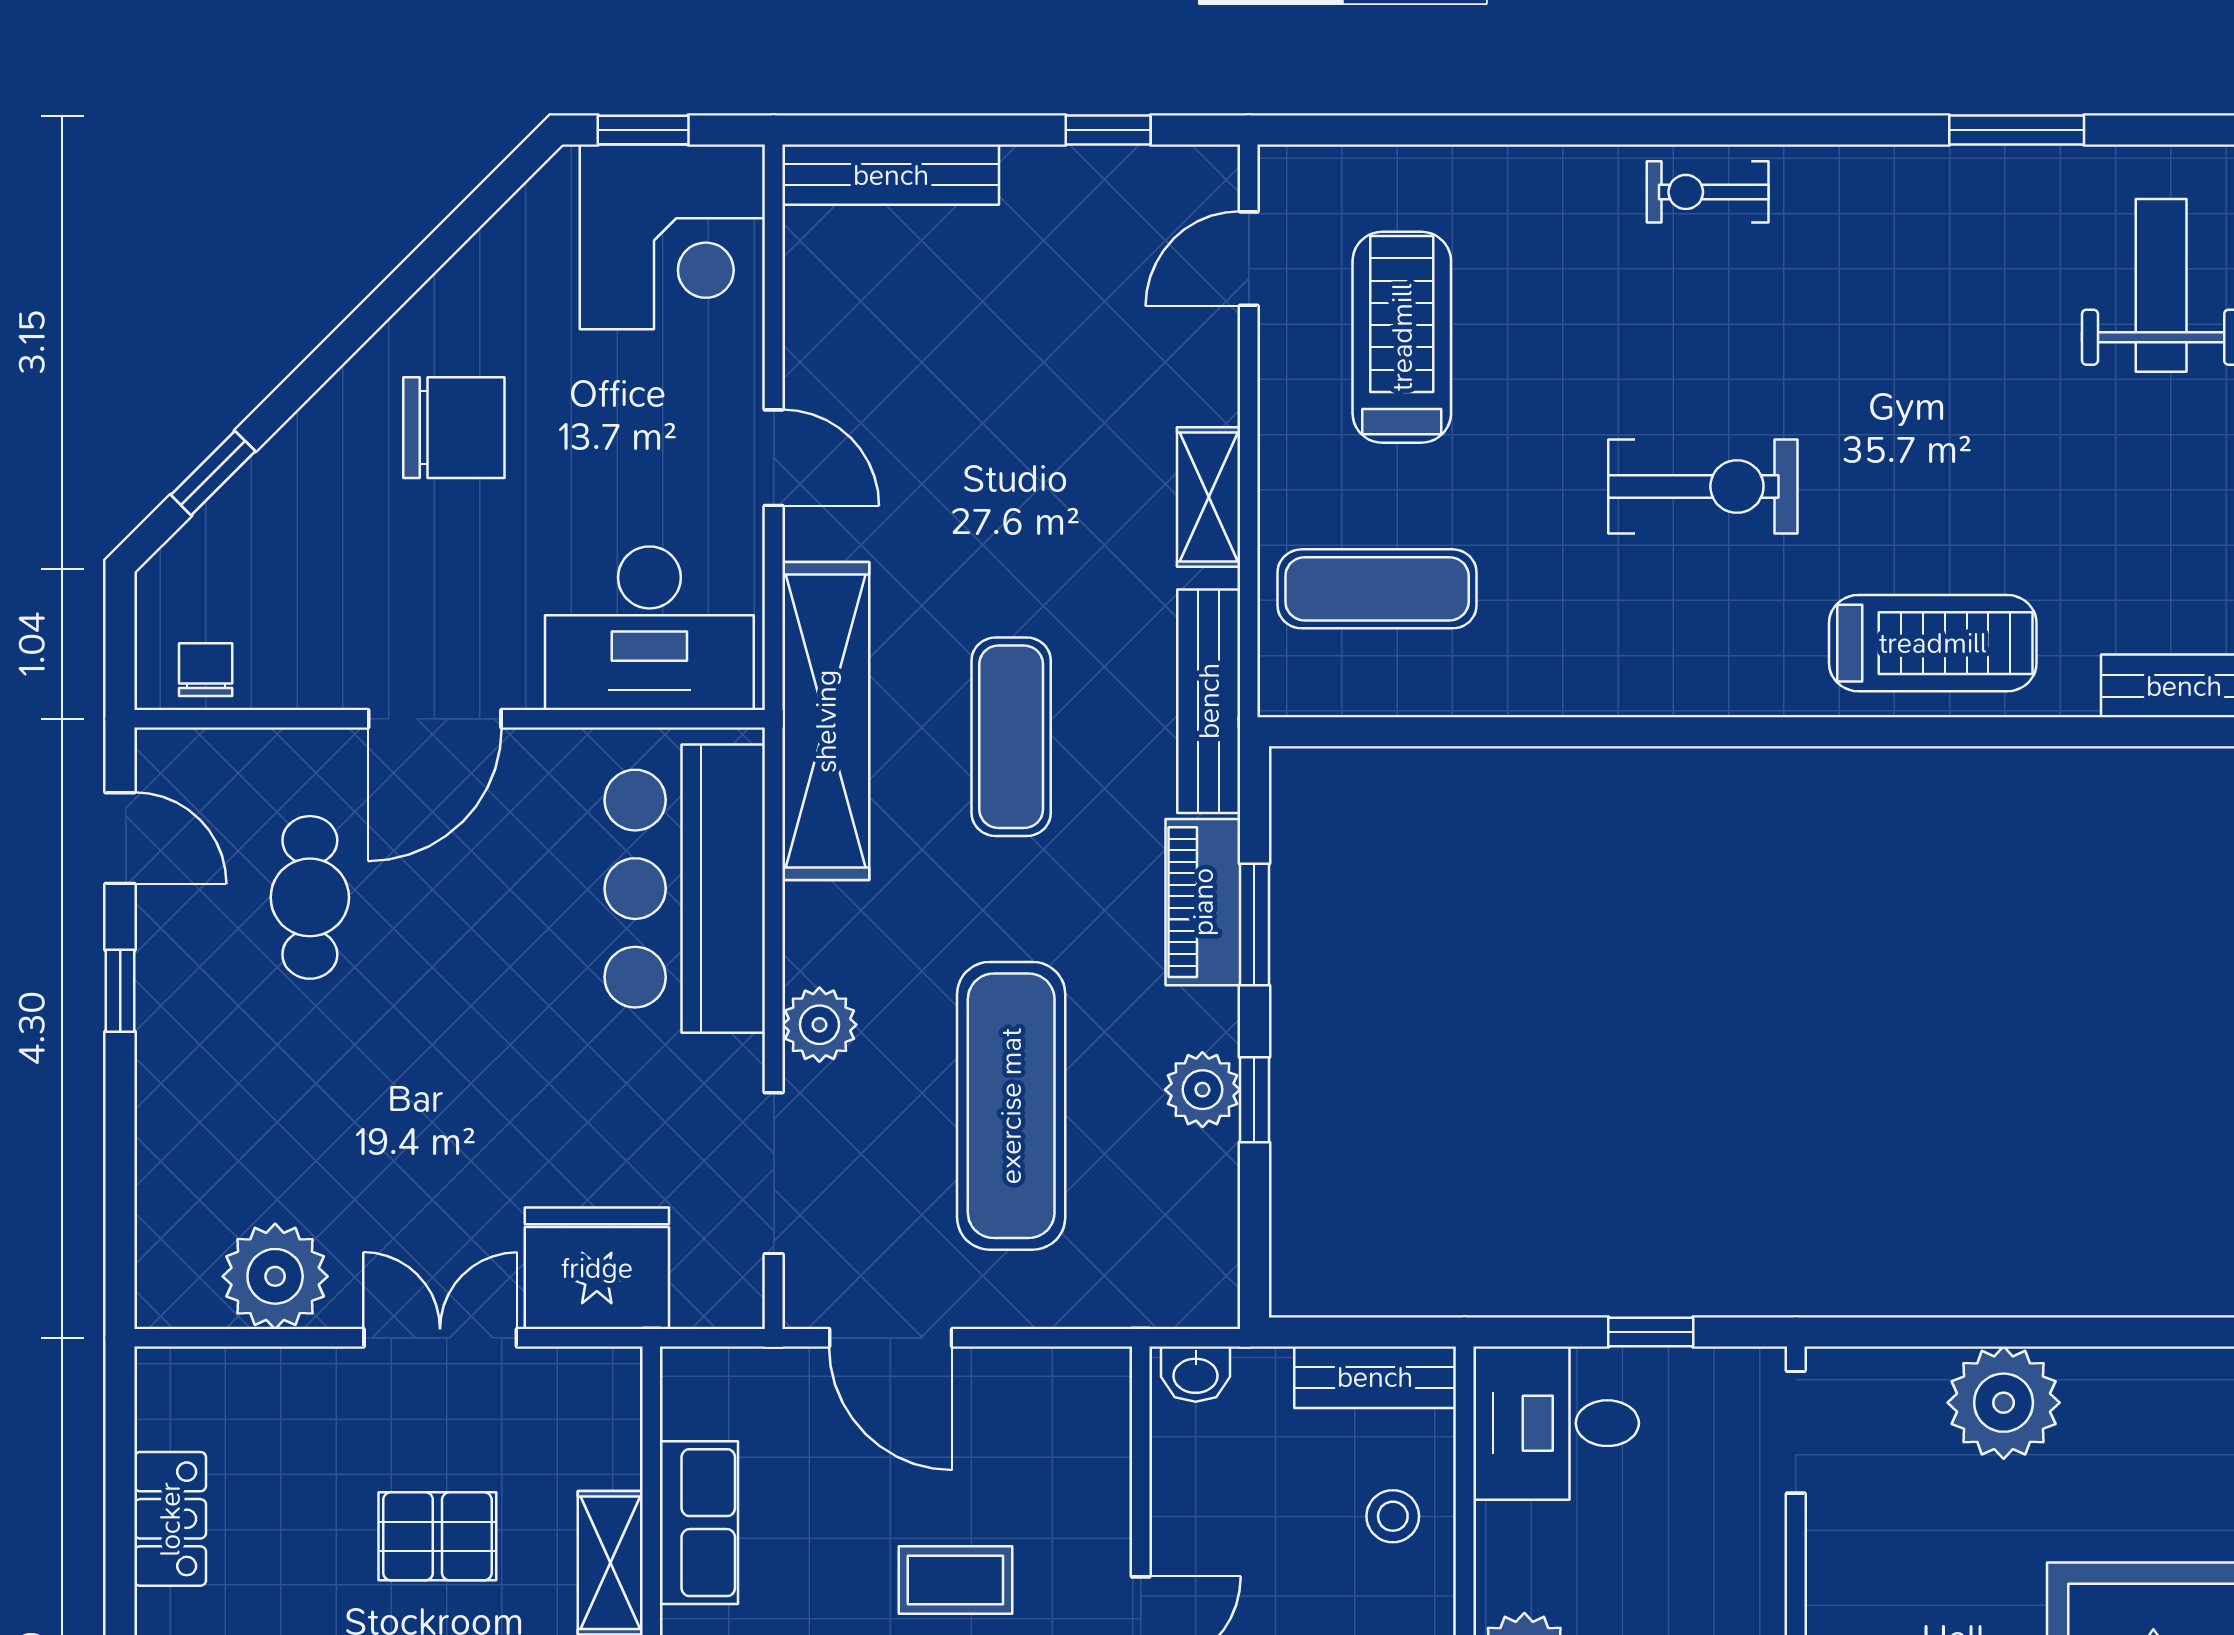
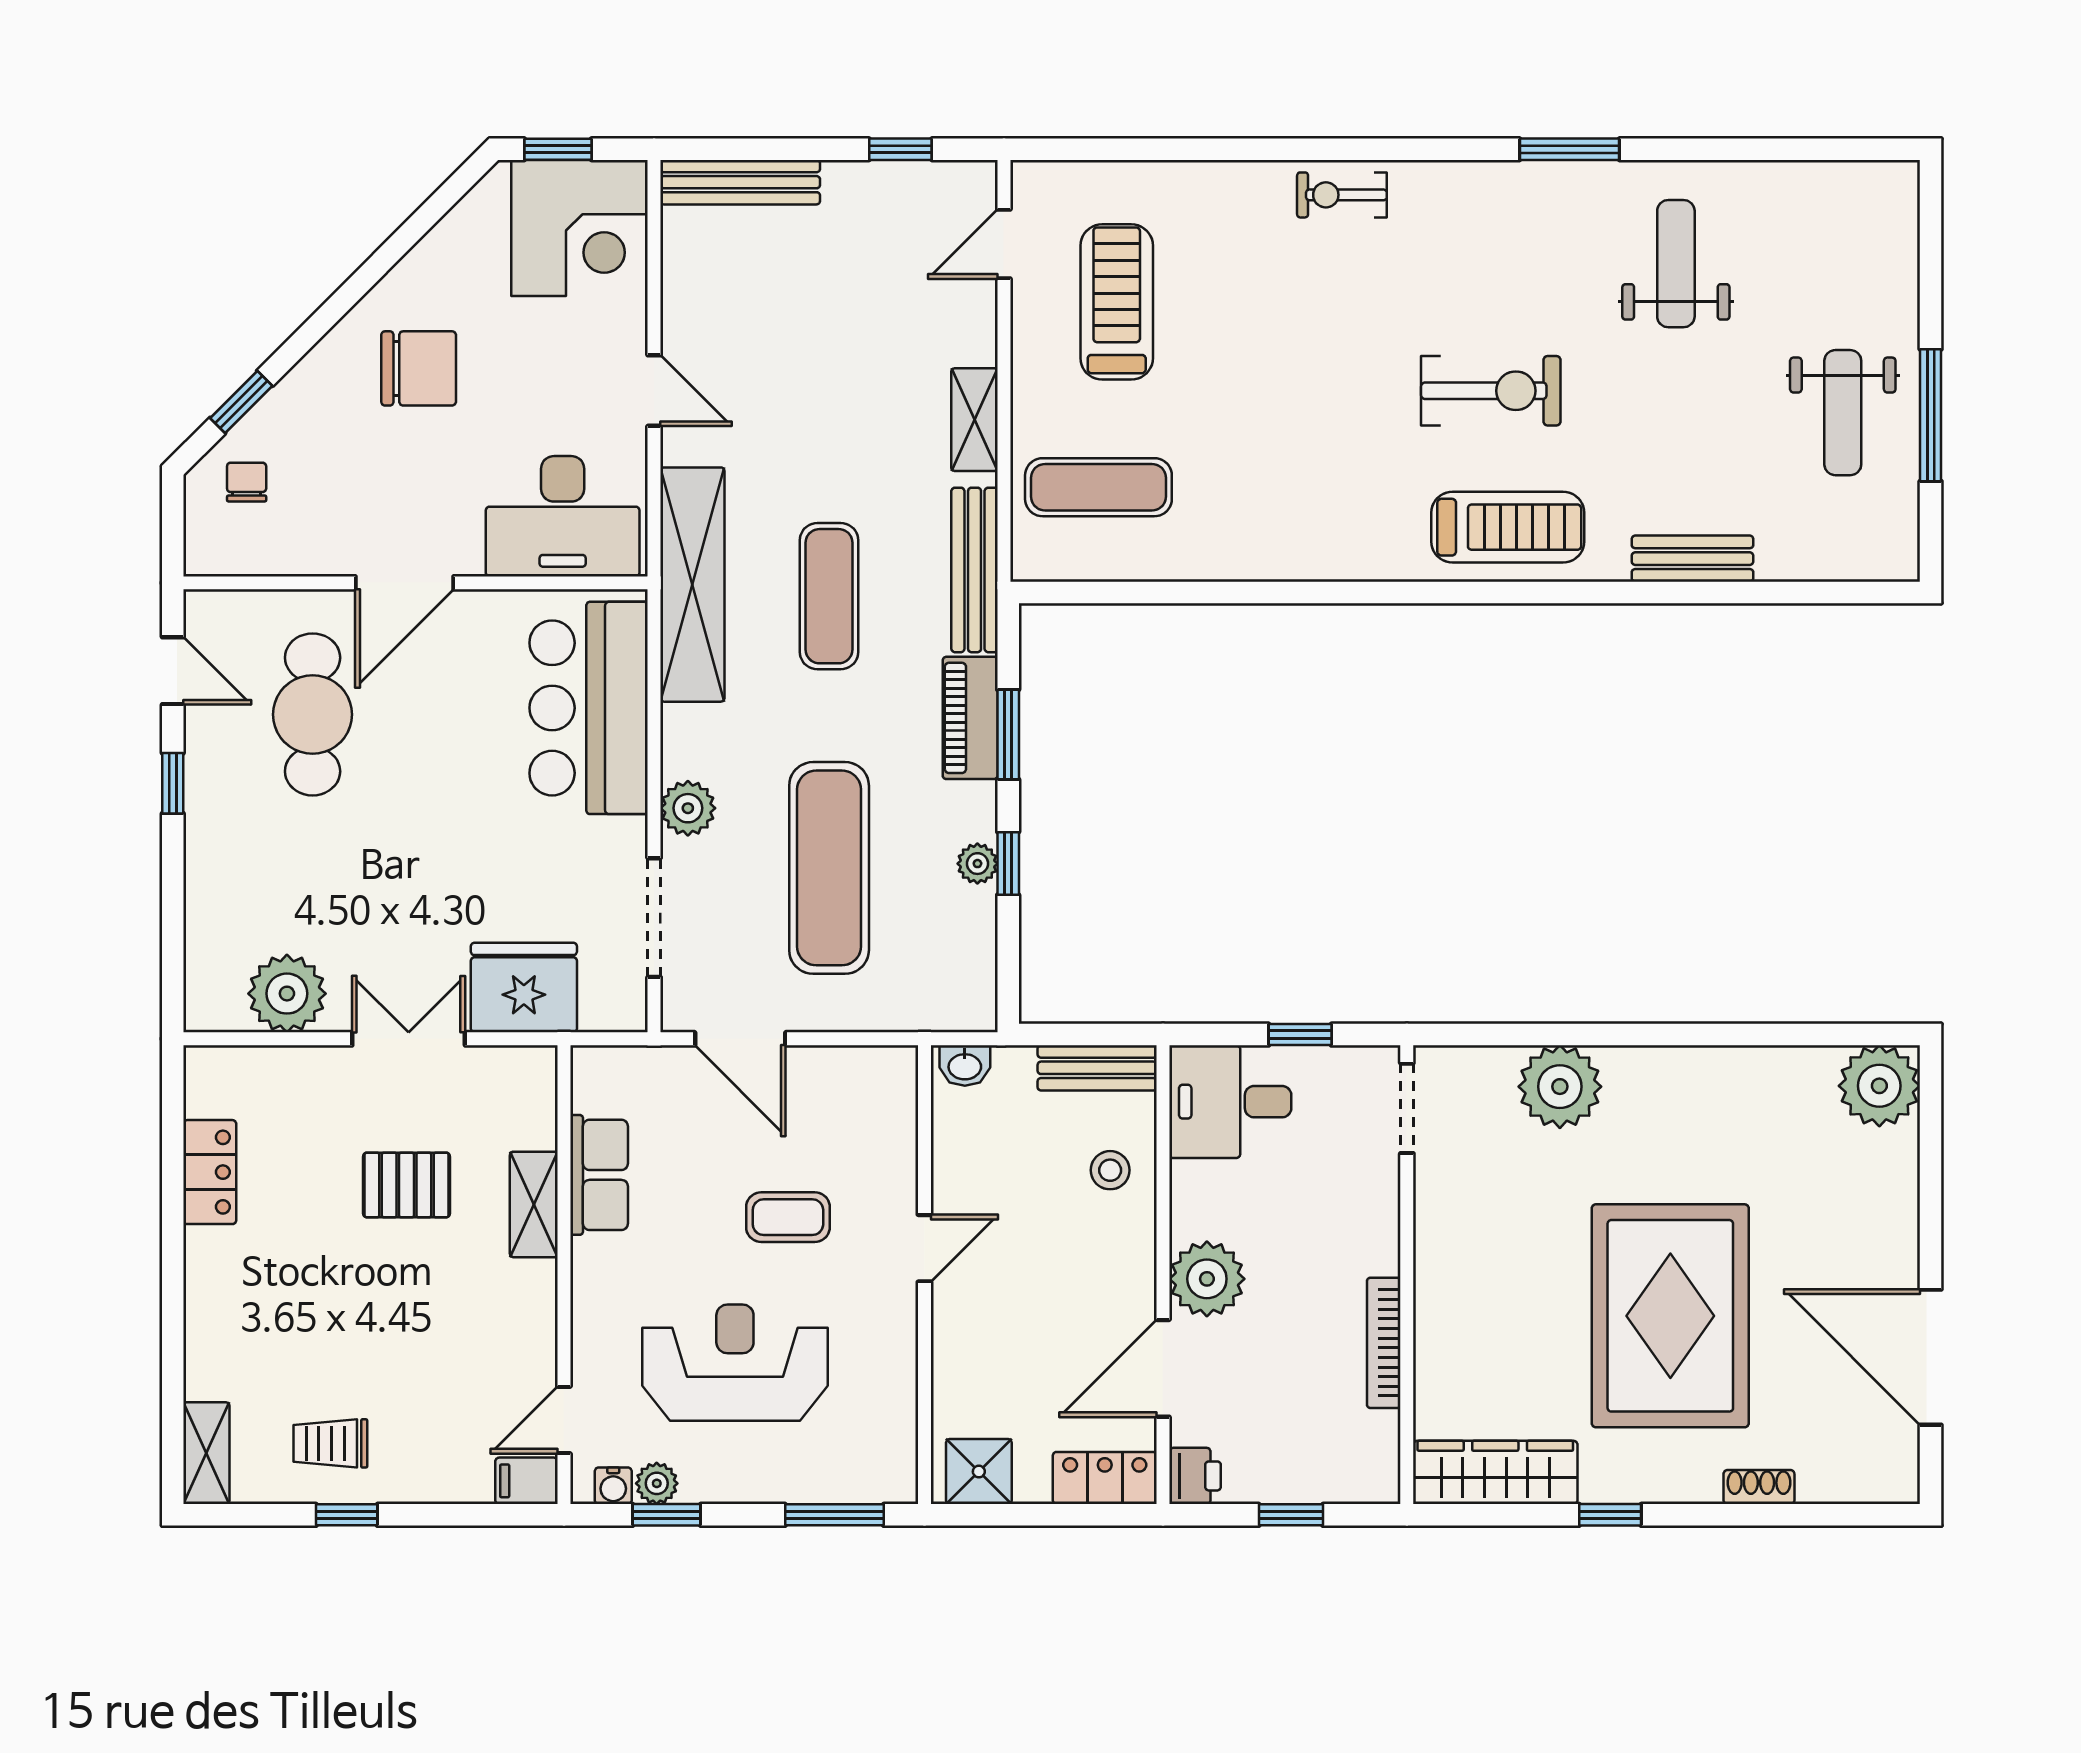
exercise bike: (1703, 486) -> (1491, 391), moved
chair: (206, 670) -> (247, 482), moved
cafe table: (310, 897) -> (313, 714), width x1.37, depth x1.35
plant: (1202, 1090) -> (977, 864), width x0.73, depth x0.73

